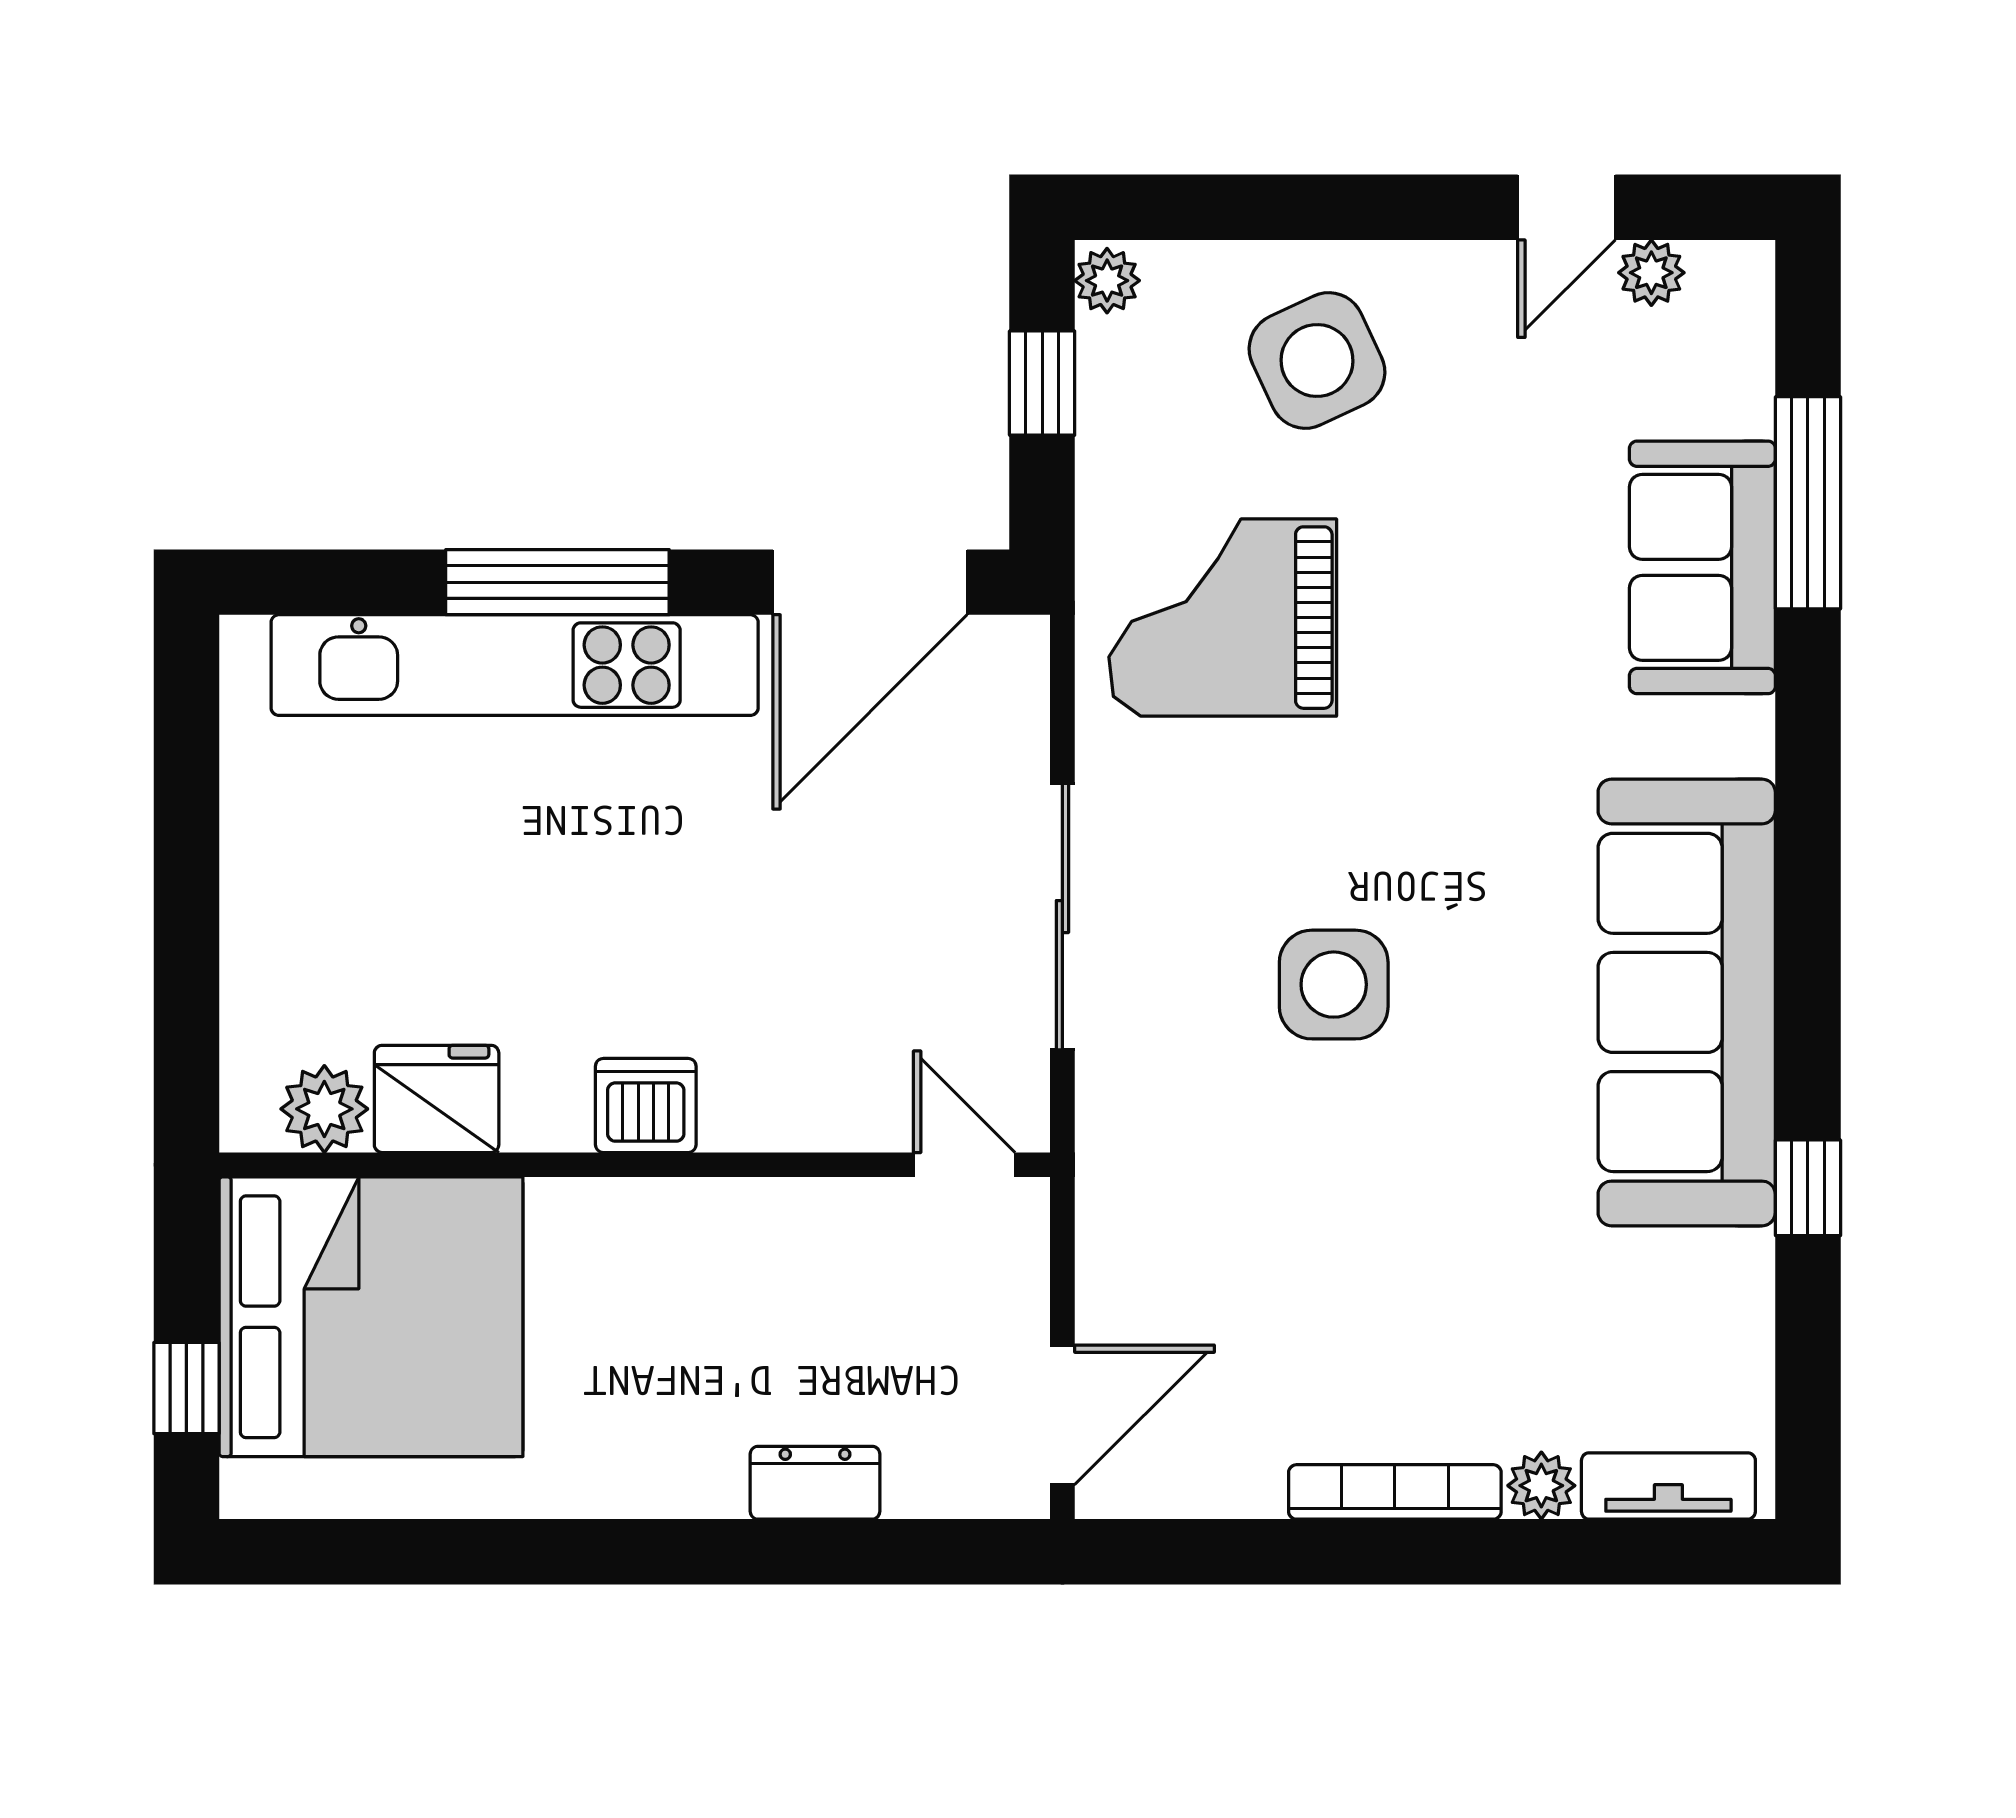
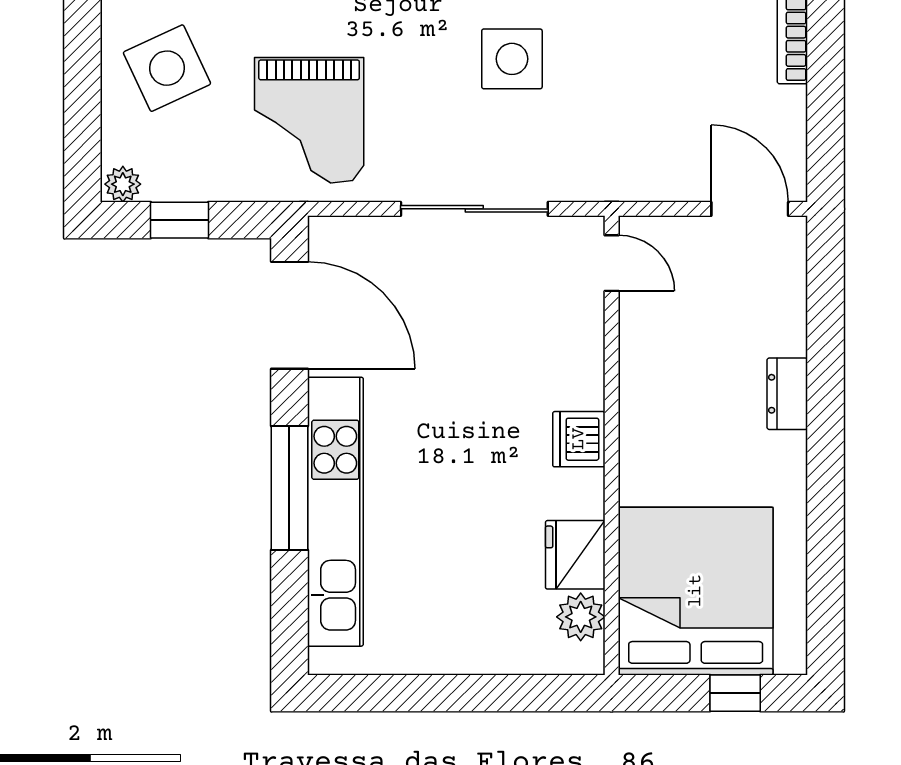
door: (964, 1165) -> (612, 263), swing flipped
dresser: (815, 1483) -> (787, 394), moved

